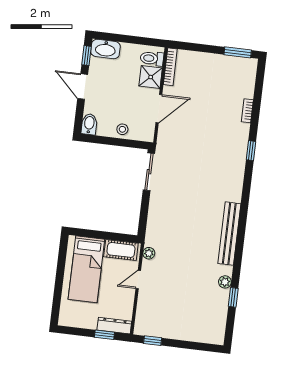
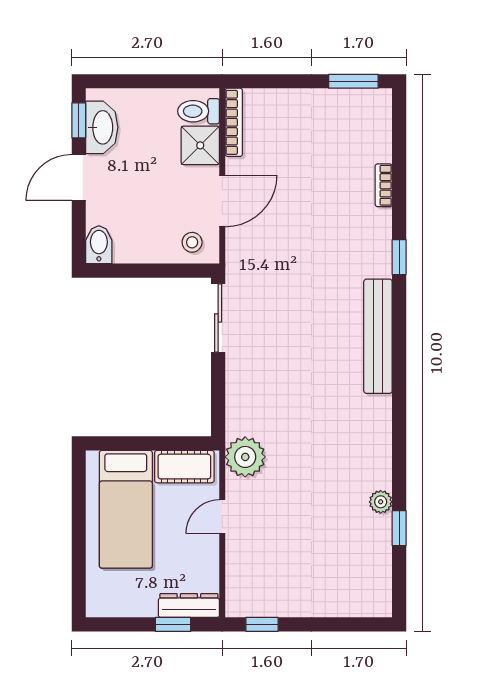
washbasin: (105, 49) -> (102, 127), moved, turned -90
door: (83, 86) -> (79, 177), hinge flipped
stool: (122, 129) -> (192, 242), moved
bench: (229, 234) -> (378, 336), moved
plant: (149, 253) -> (245, 457), width x1.88, depth x1.88

